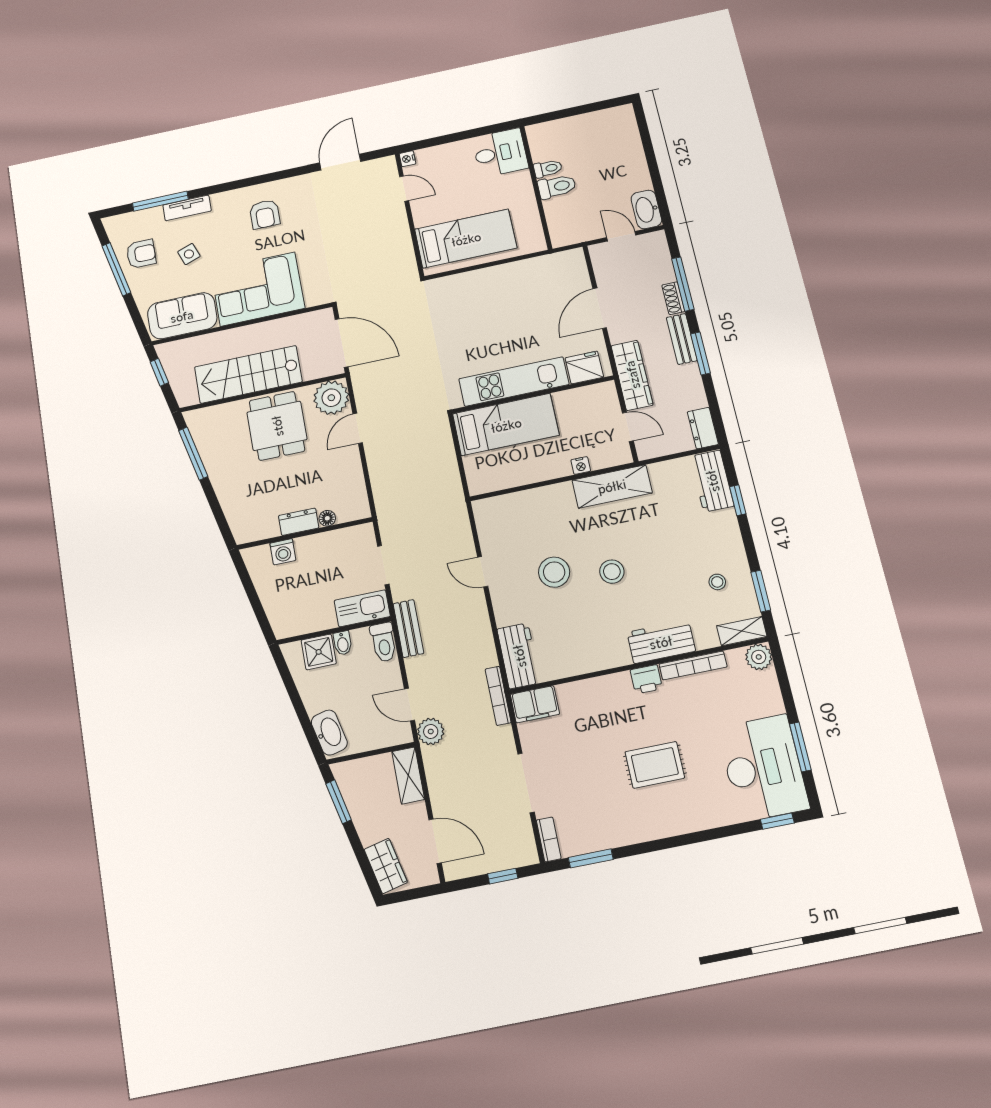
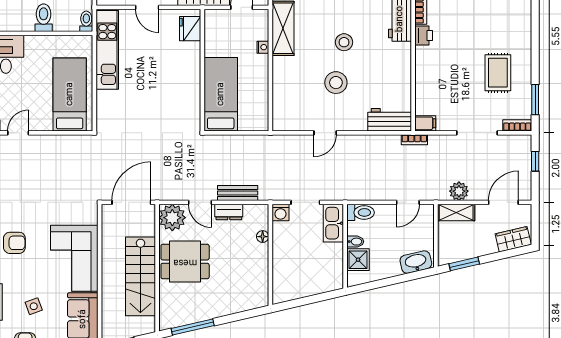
toilet: (548, 169) -> (86, 21), moved
door: (600, 308) -> (147, 7), width x0.73
kitchen unit: (514, 382) -> (107, 50), moved, turned 180
dresser: (299, 522) -> (229, 212), moved, turned -90
washing machine: (283, 552) -> (280, 213), moved, turned 90
bench: (408, 628) -> (238, 193), moved
bookcase: (498, 696) -> (414, 140), width x0.64
filing cabinet: (535, 704) -> (425, 123), width x0.50
plant: (431, 731) -> (459, 191), moved
rug: (655, 765) -> (498, 73), moved

